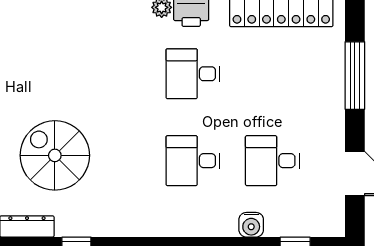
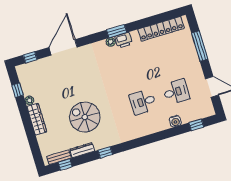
desk: (193, 74) -> (132, 66), removed
desk: (272, 161) -> (176, 92), turned 180

